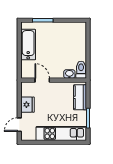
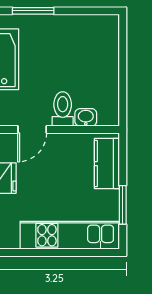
toilet: (81, 70) -> (63, 109), moved
door: (42, 80) -> (32, 130), swing flipped

